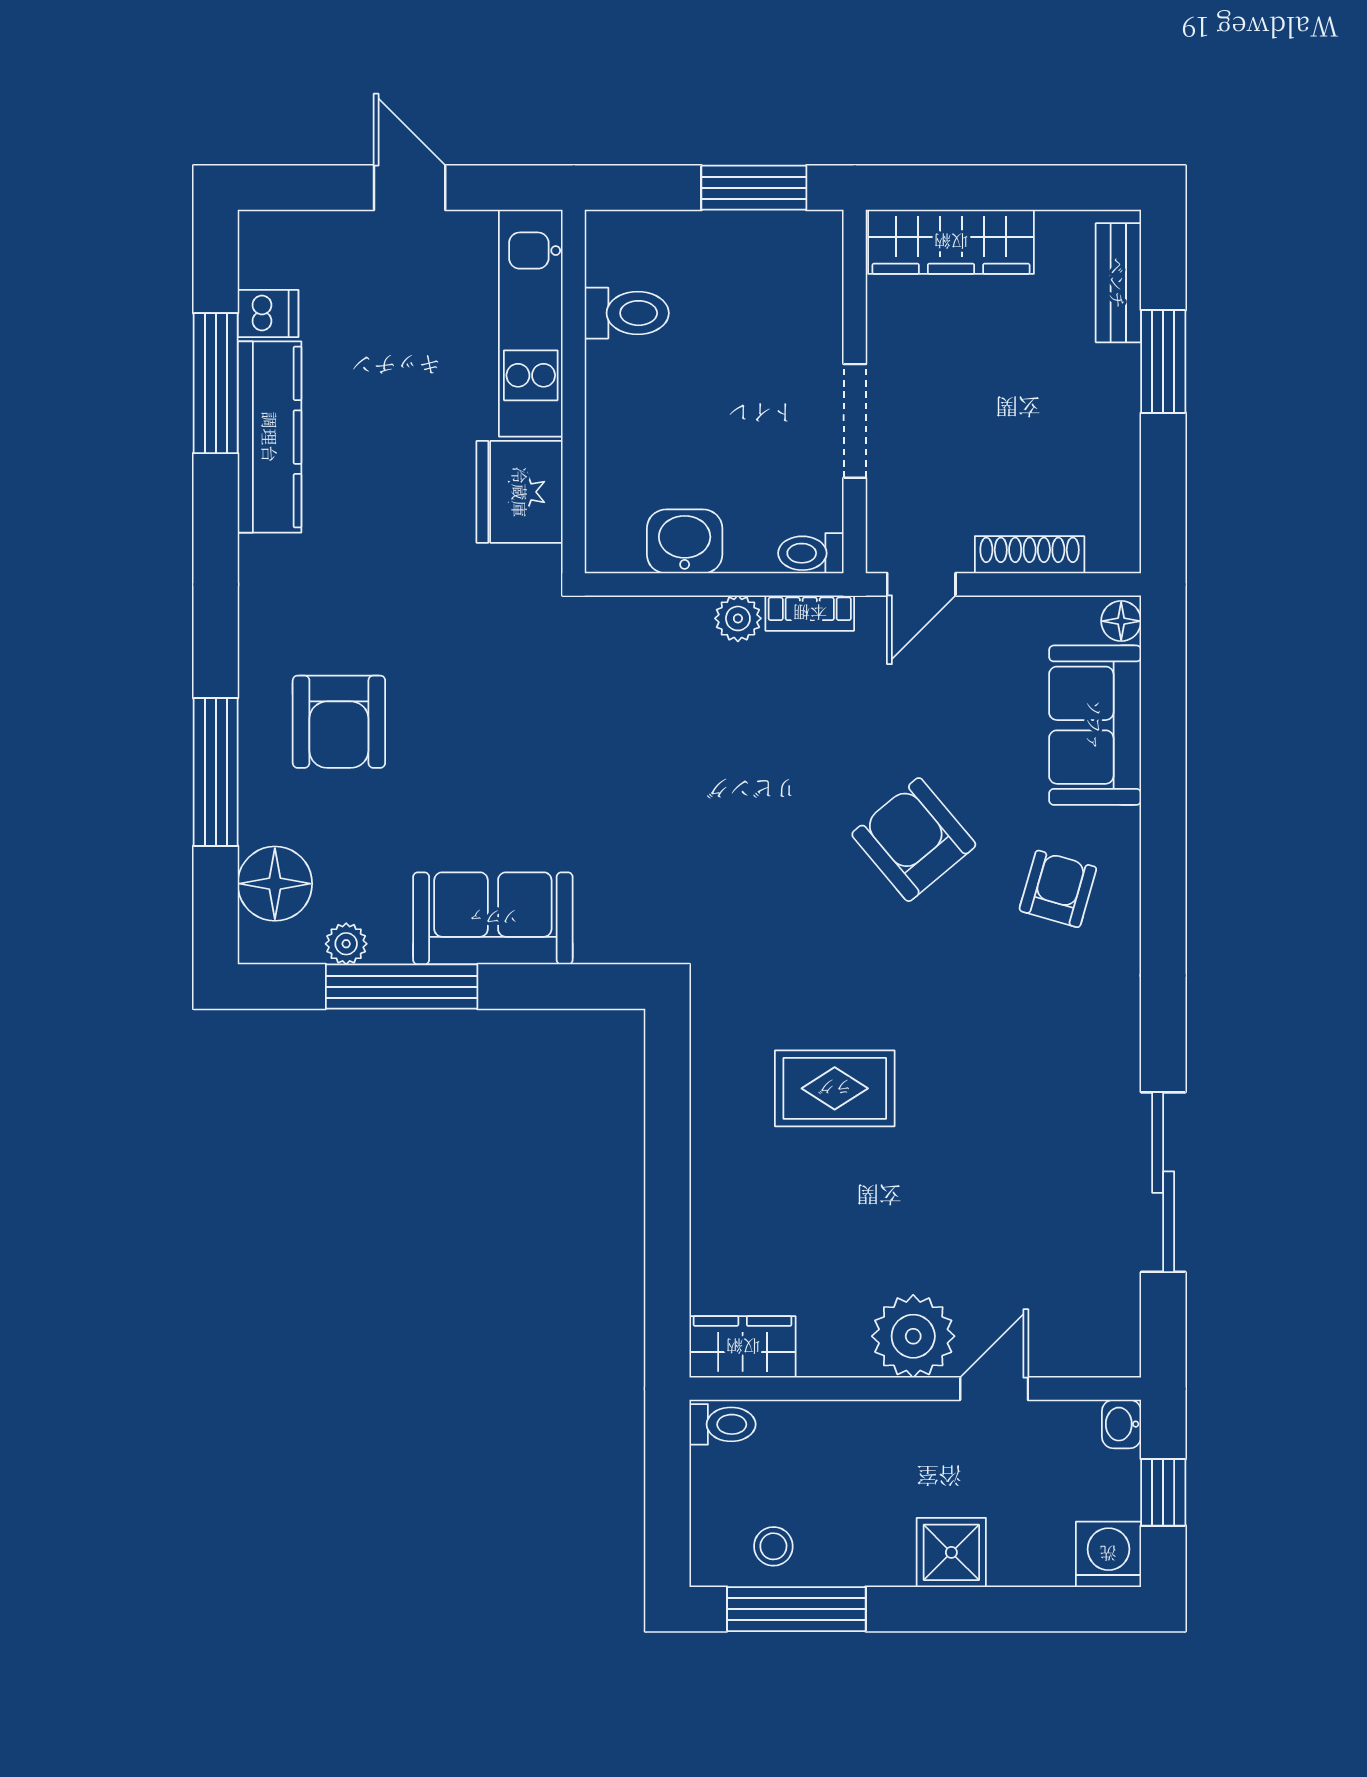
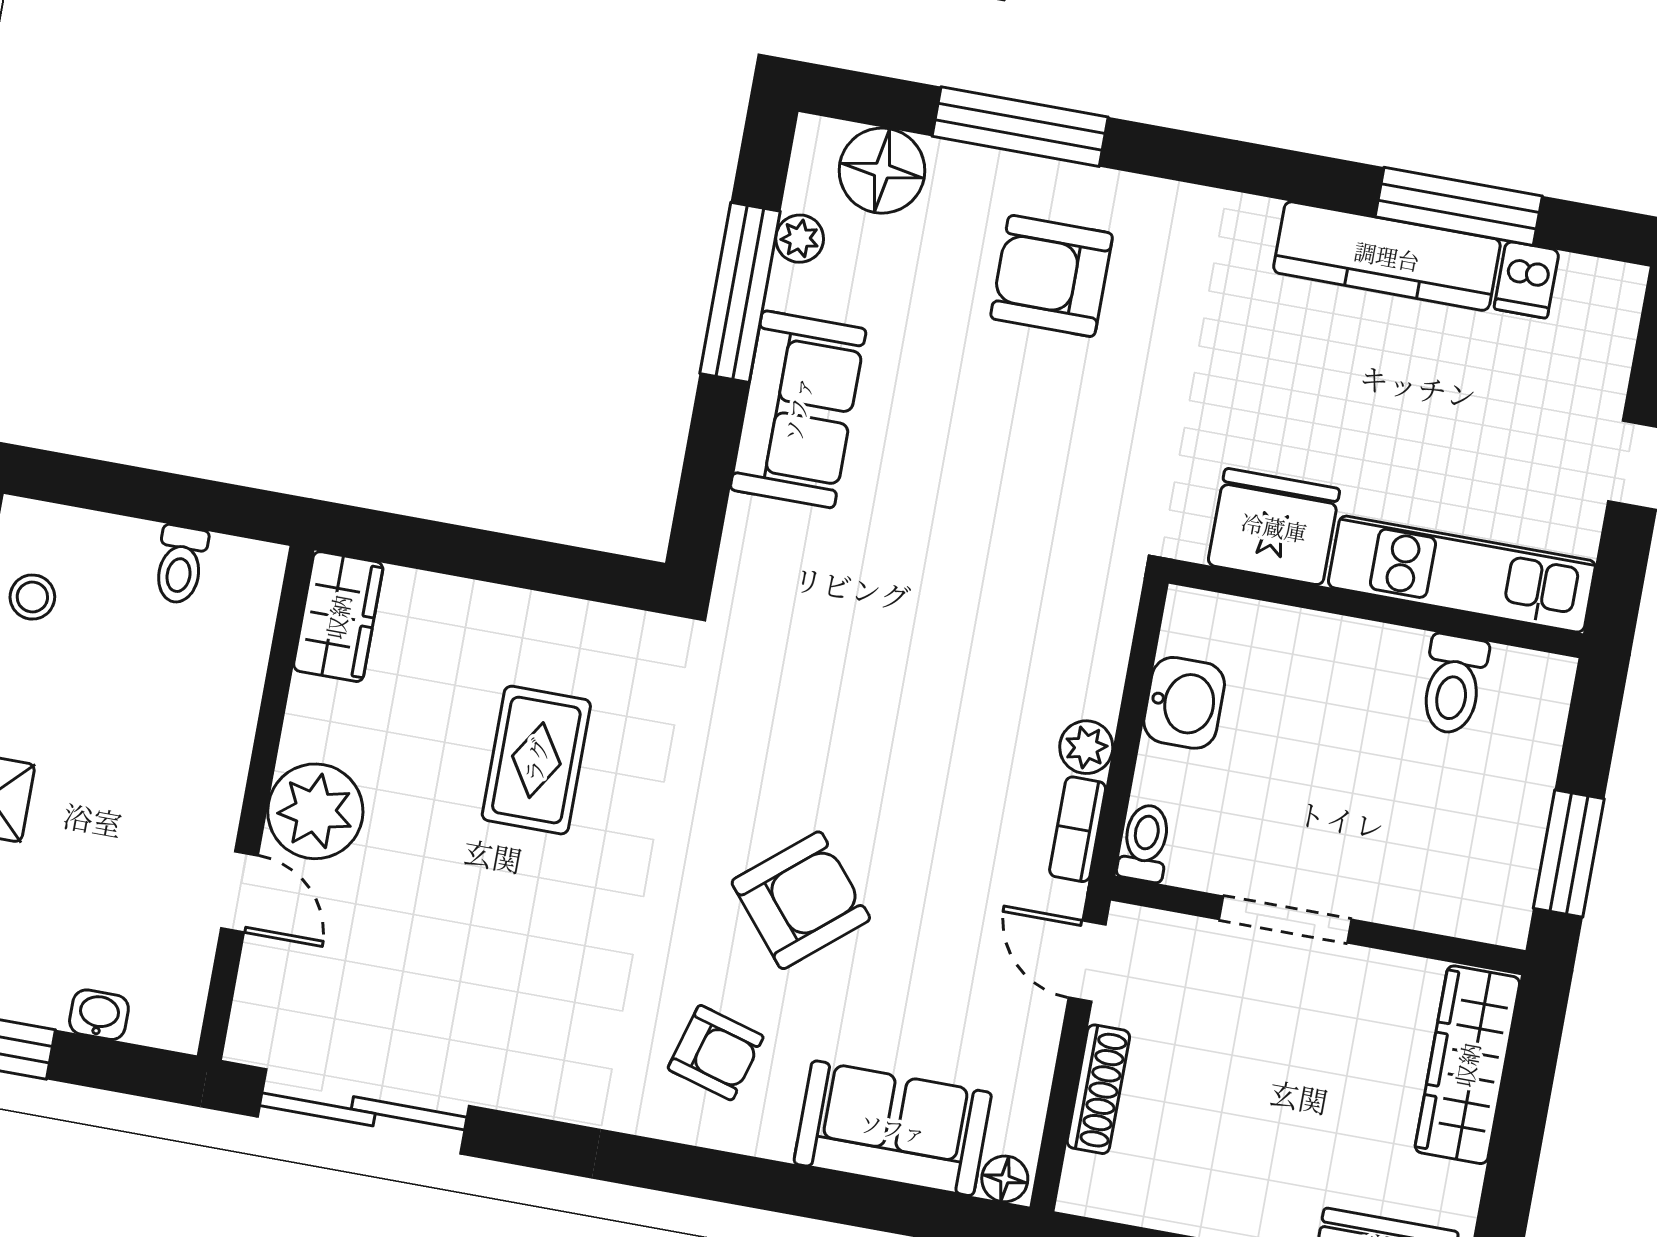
plant: (913, 1336) -> (315, 811), moved
wardrobe: (743, 1347) -> (338, 617), moved
wall: (915, 1389) -> (256, 803), moved
door: (994, 1389) -> (240, 892), moved

